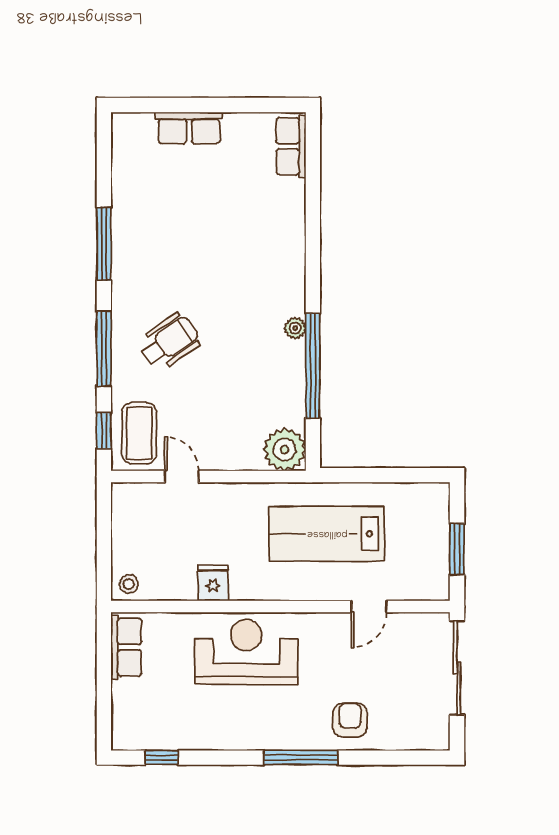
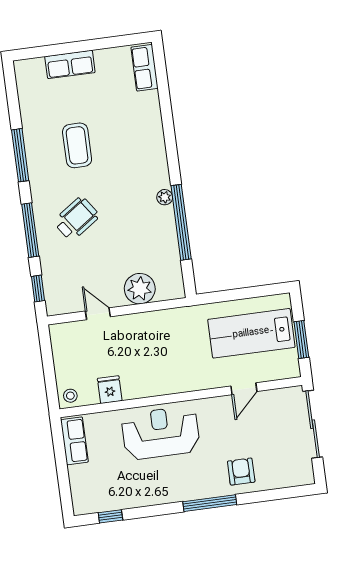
coffee table: (139, 433) -> (77, 145), moved
plant: (285, 450) -> (140, 289), moved
lab bench: (327, 534) -> (251, 333), moved
fridge: (213, 583) -> (110, 390), moved

